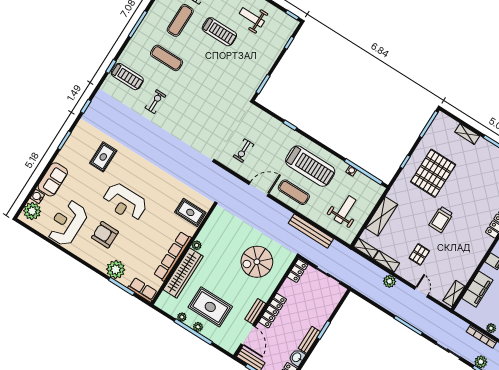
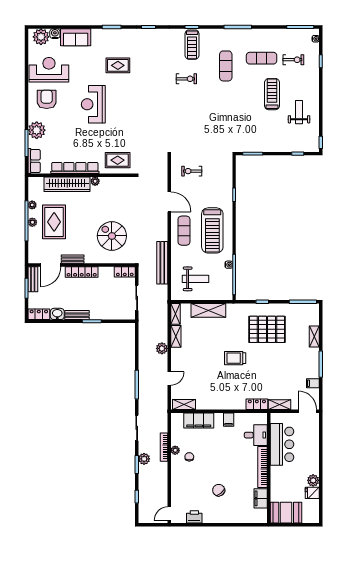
treadmill: (219, 32) -> (272, 94), turned 180
rug: (190, 212) -> (118, 160), turned 90
armchair: (105, 235) -> (47, 99), moved
pallet: (419, 254) -> (197, 358), removed

